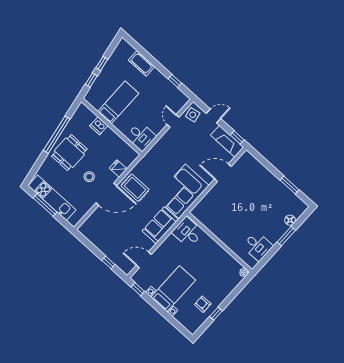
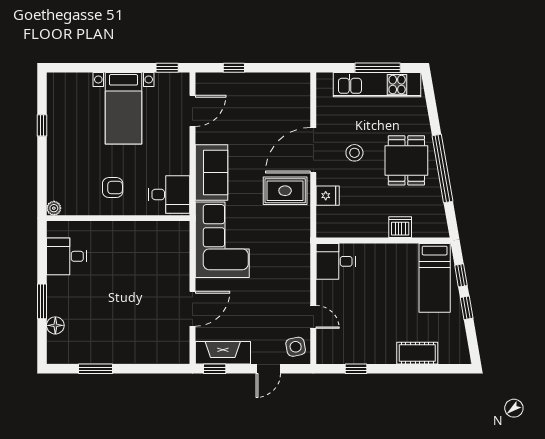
bed: (118, 102) -> (435, 278), moved
armchair: (203, 304) -> (113, 188), moved

